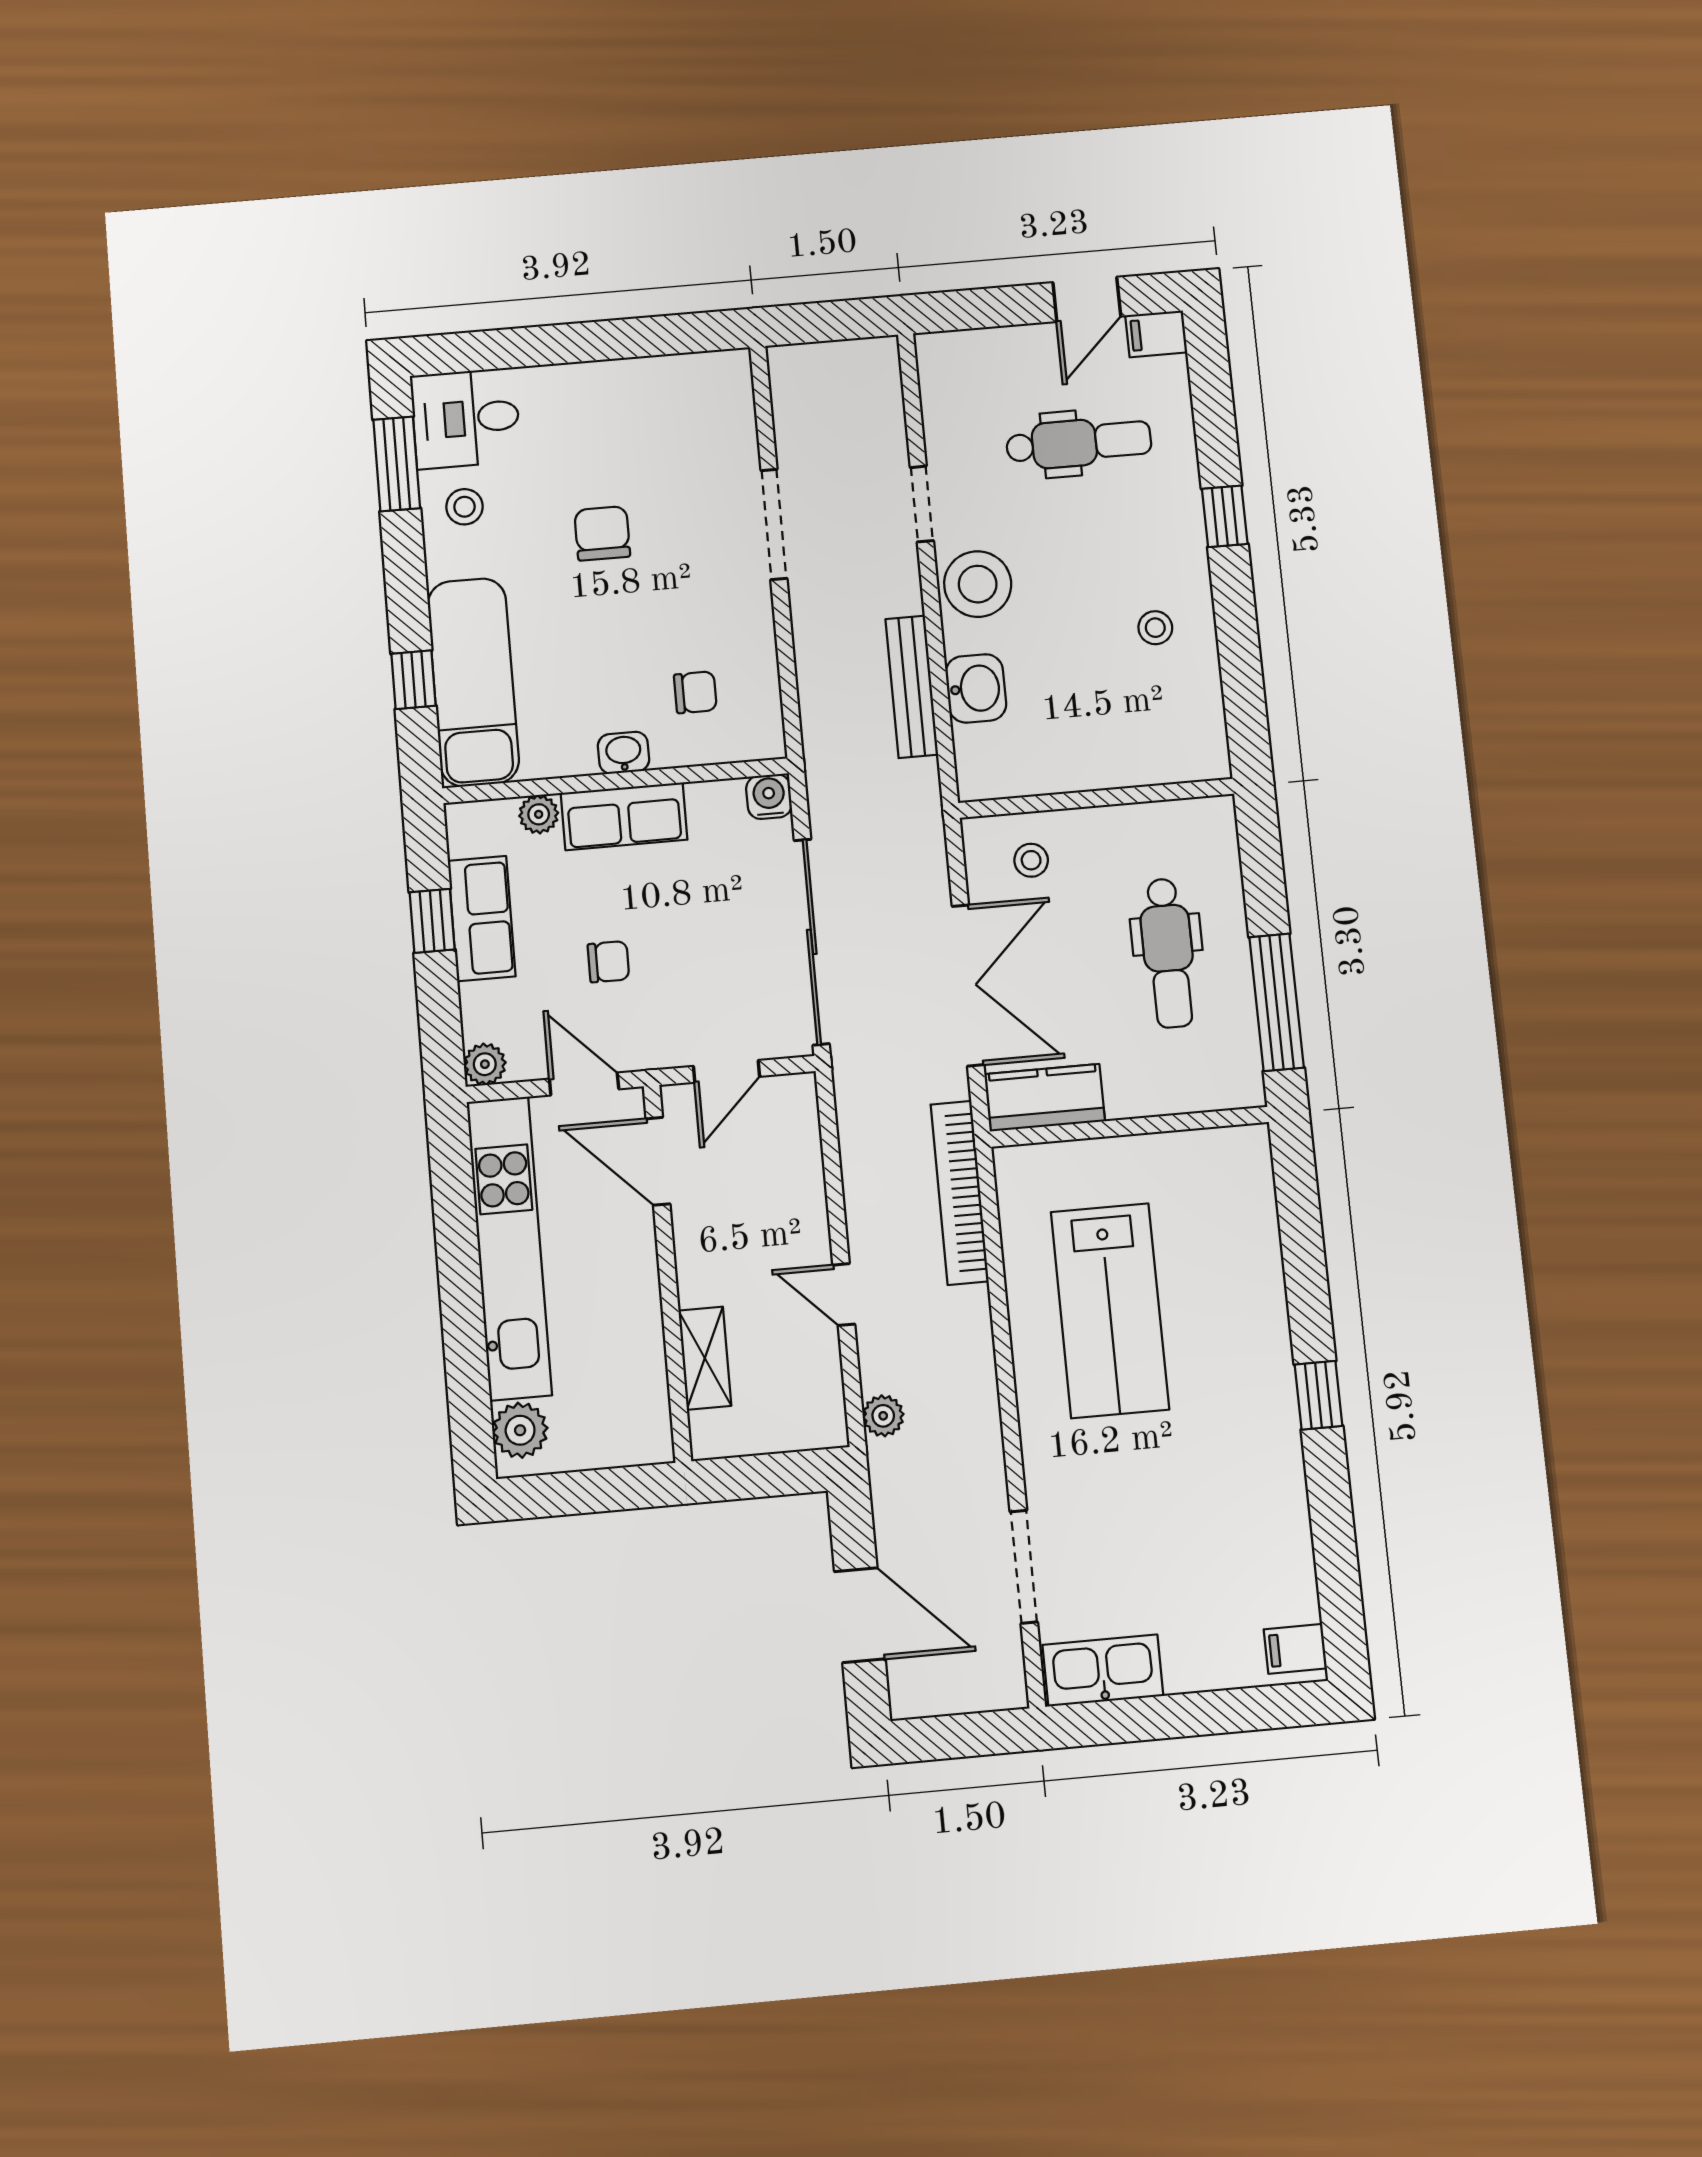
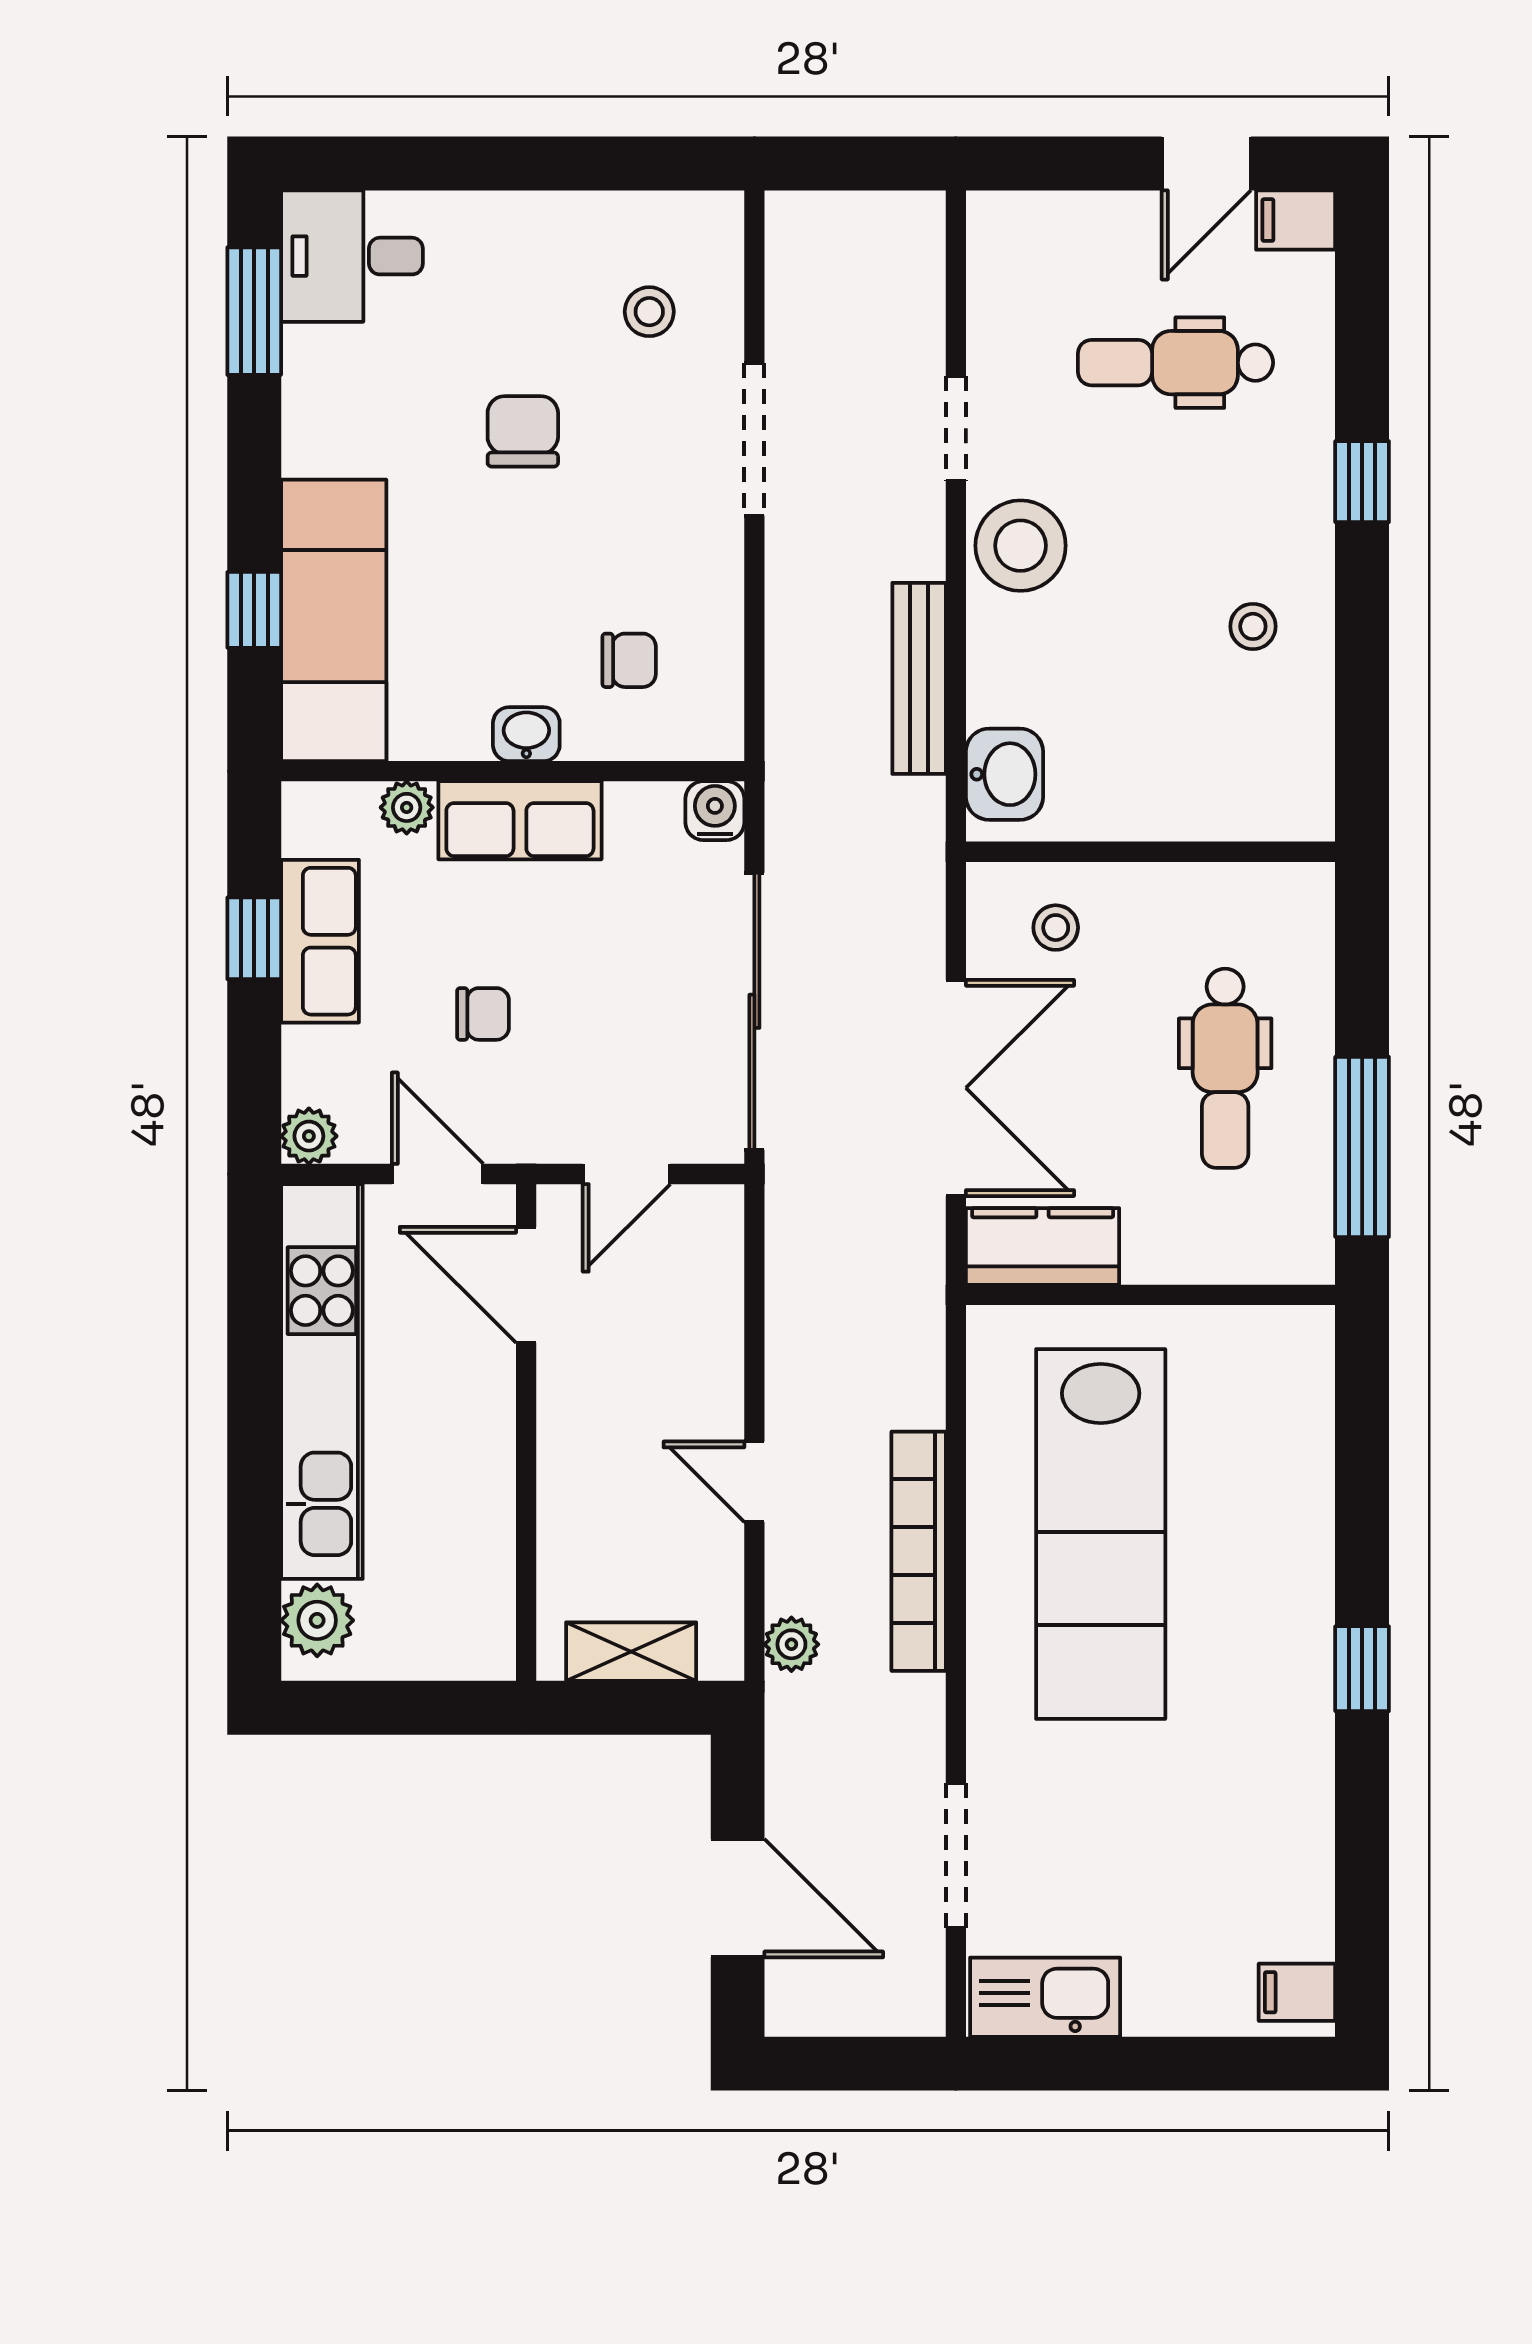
dental chair: (1079, 443) -> (1175, 363), turned 180
stool: (464, 507) -> (649, 312), moved
washbasin: (976, 688) -> (1004, 774), moved
bookcase: (960, 1193) -> (919, 1551), moved
lab bench: (1110, 1311) -> (1101, 1534), width x1.36
shelving: (705, 1358) -> (631, 1652), moved, turned 90

